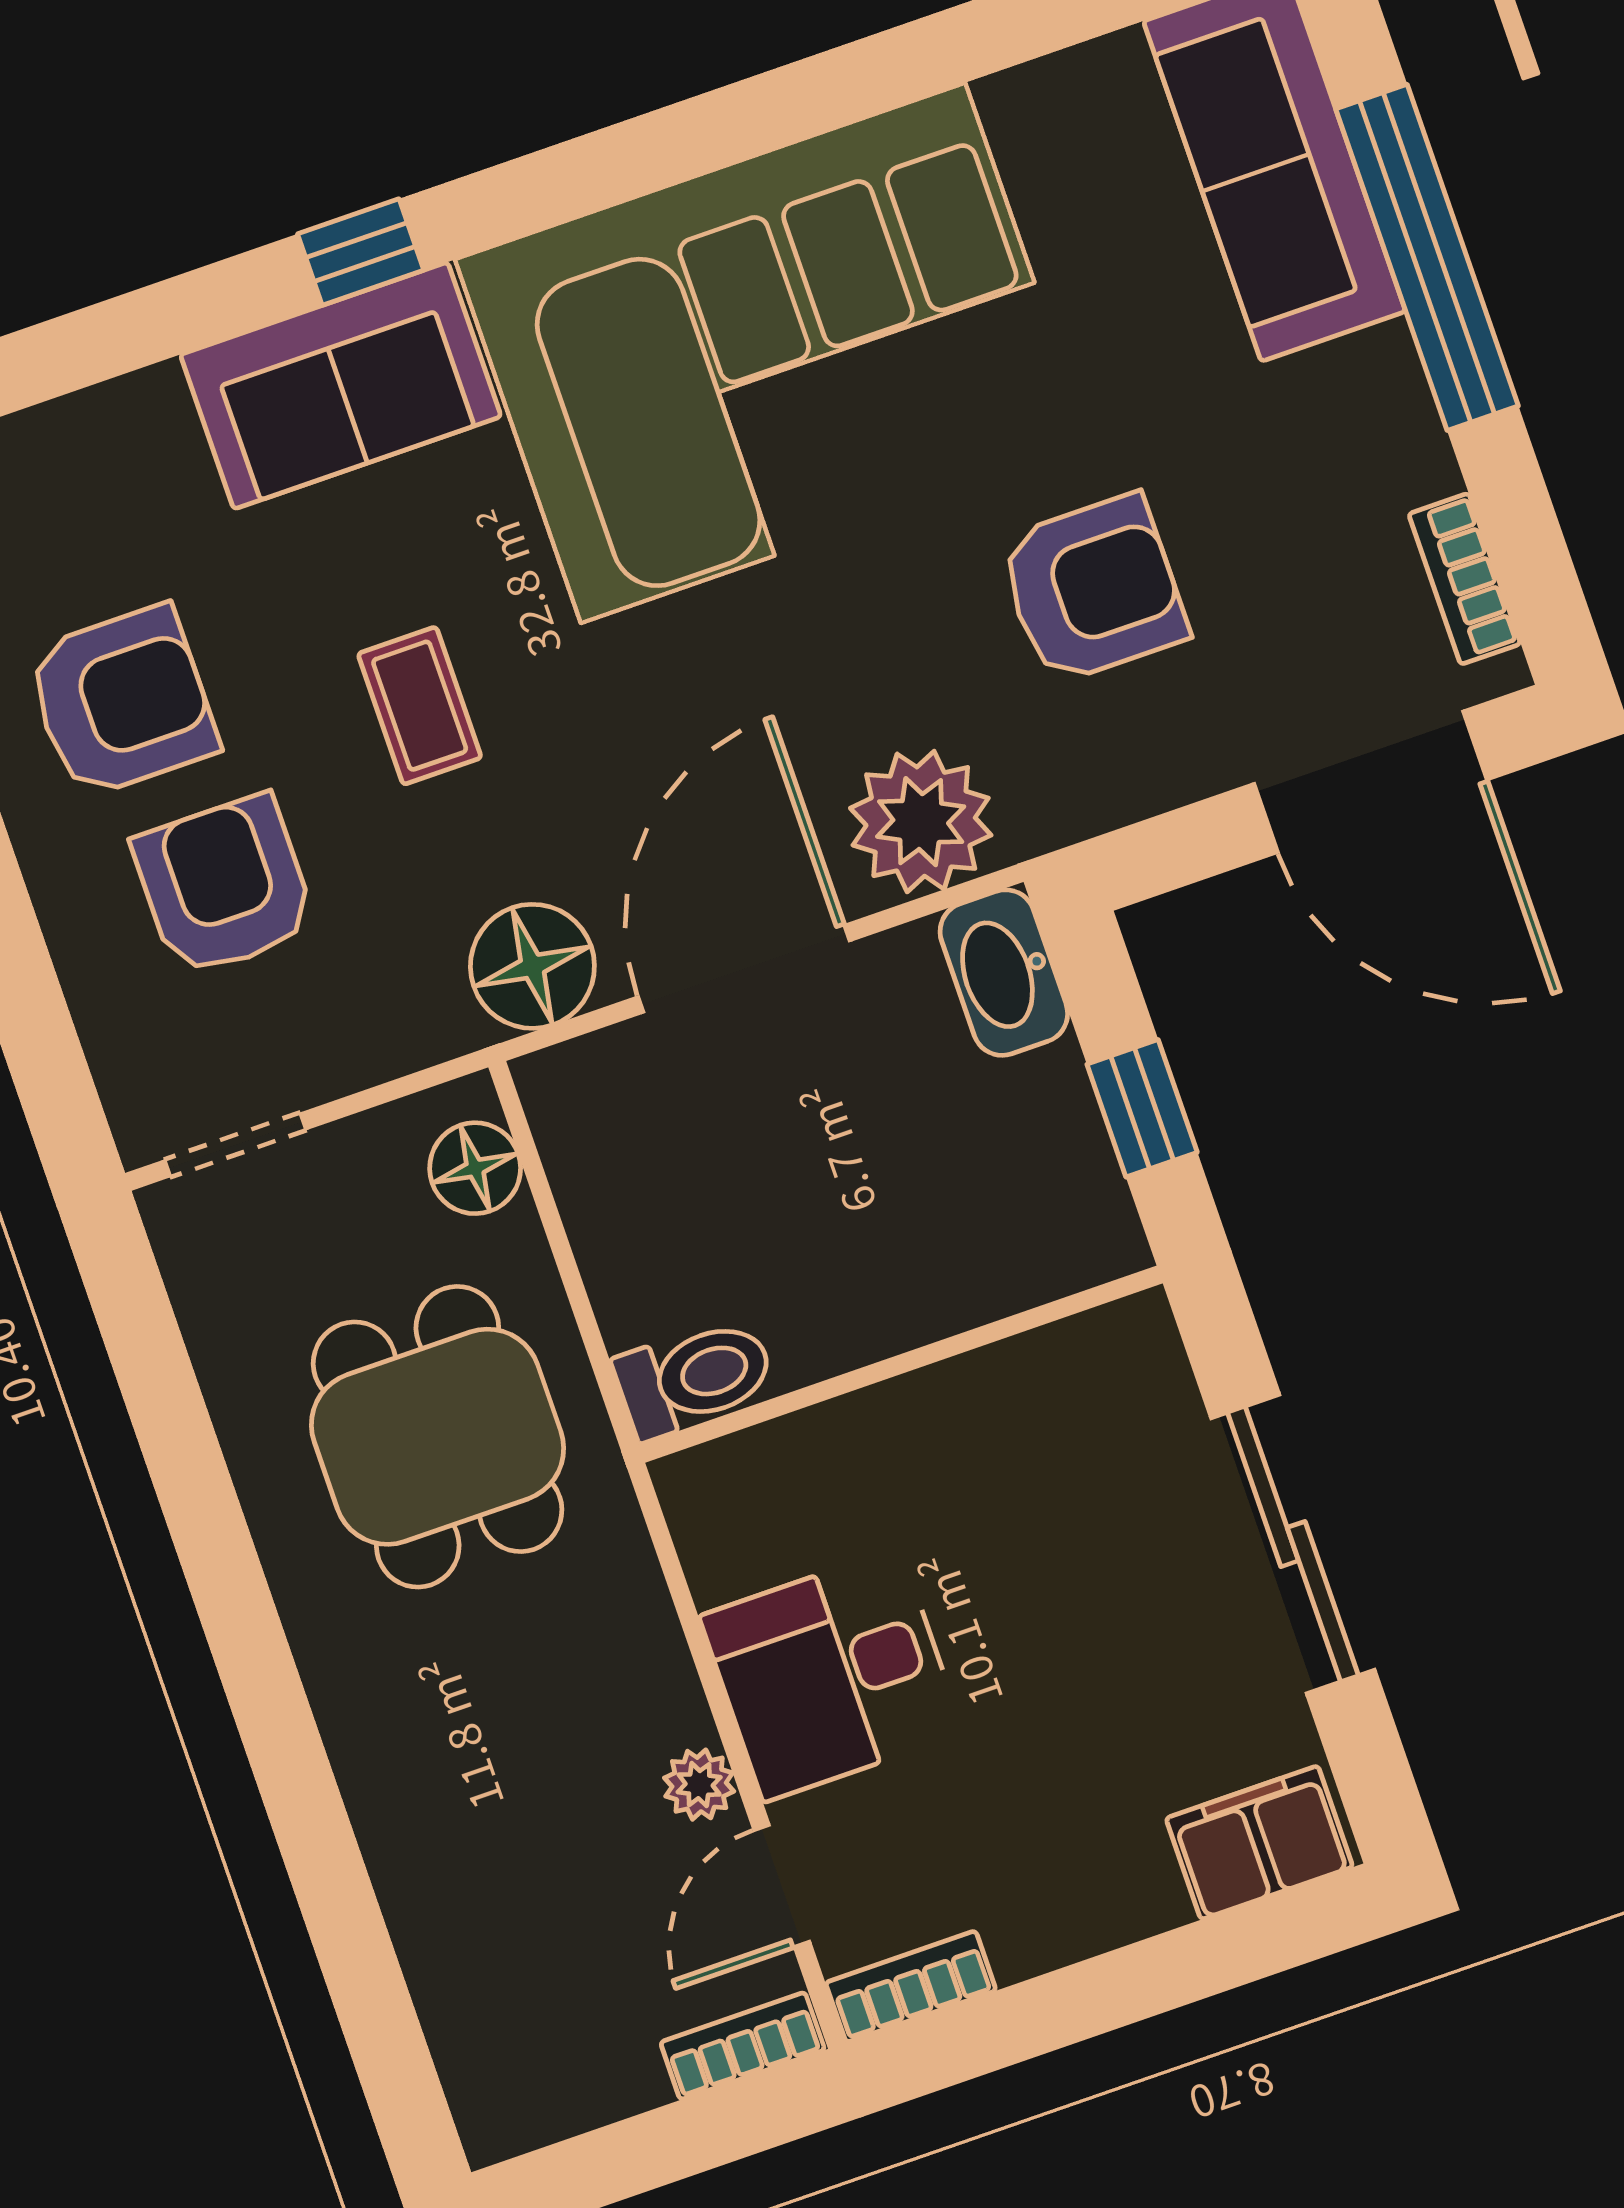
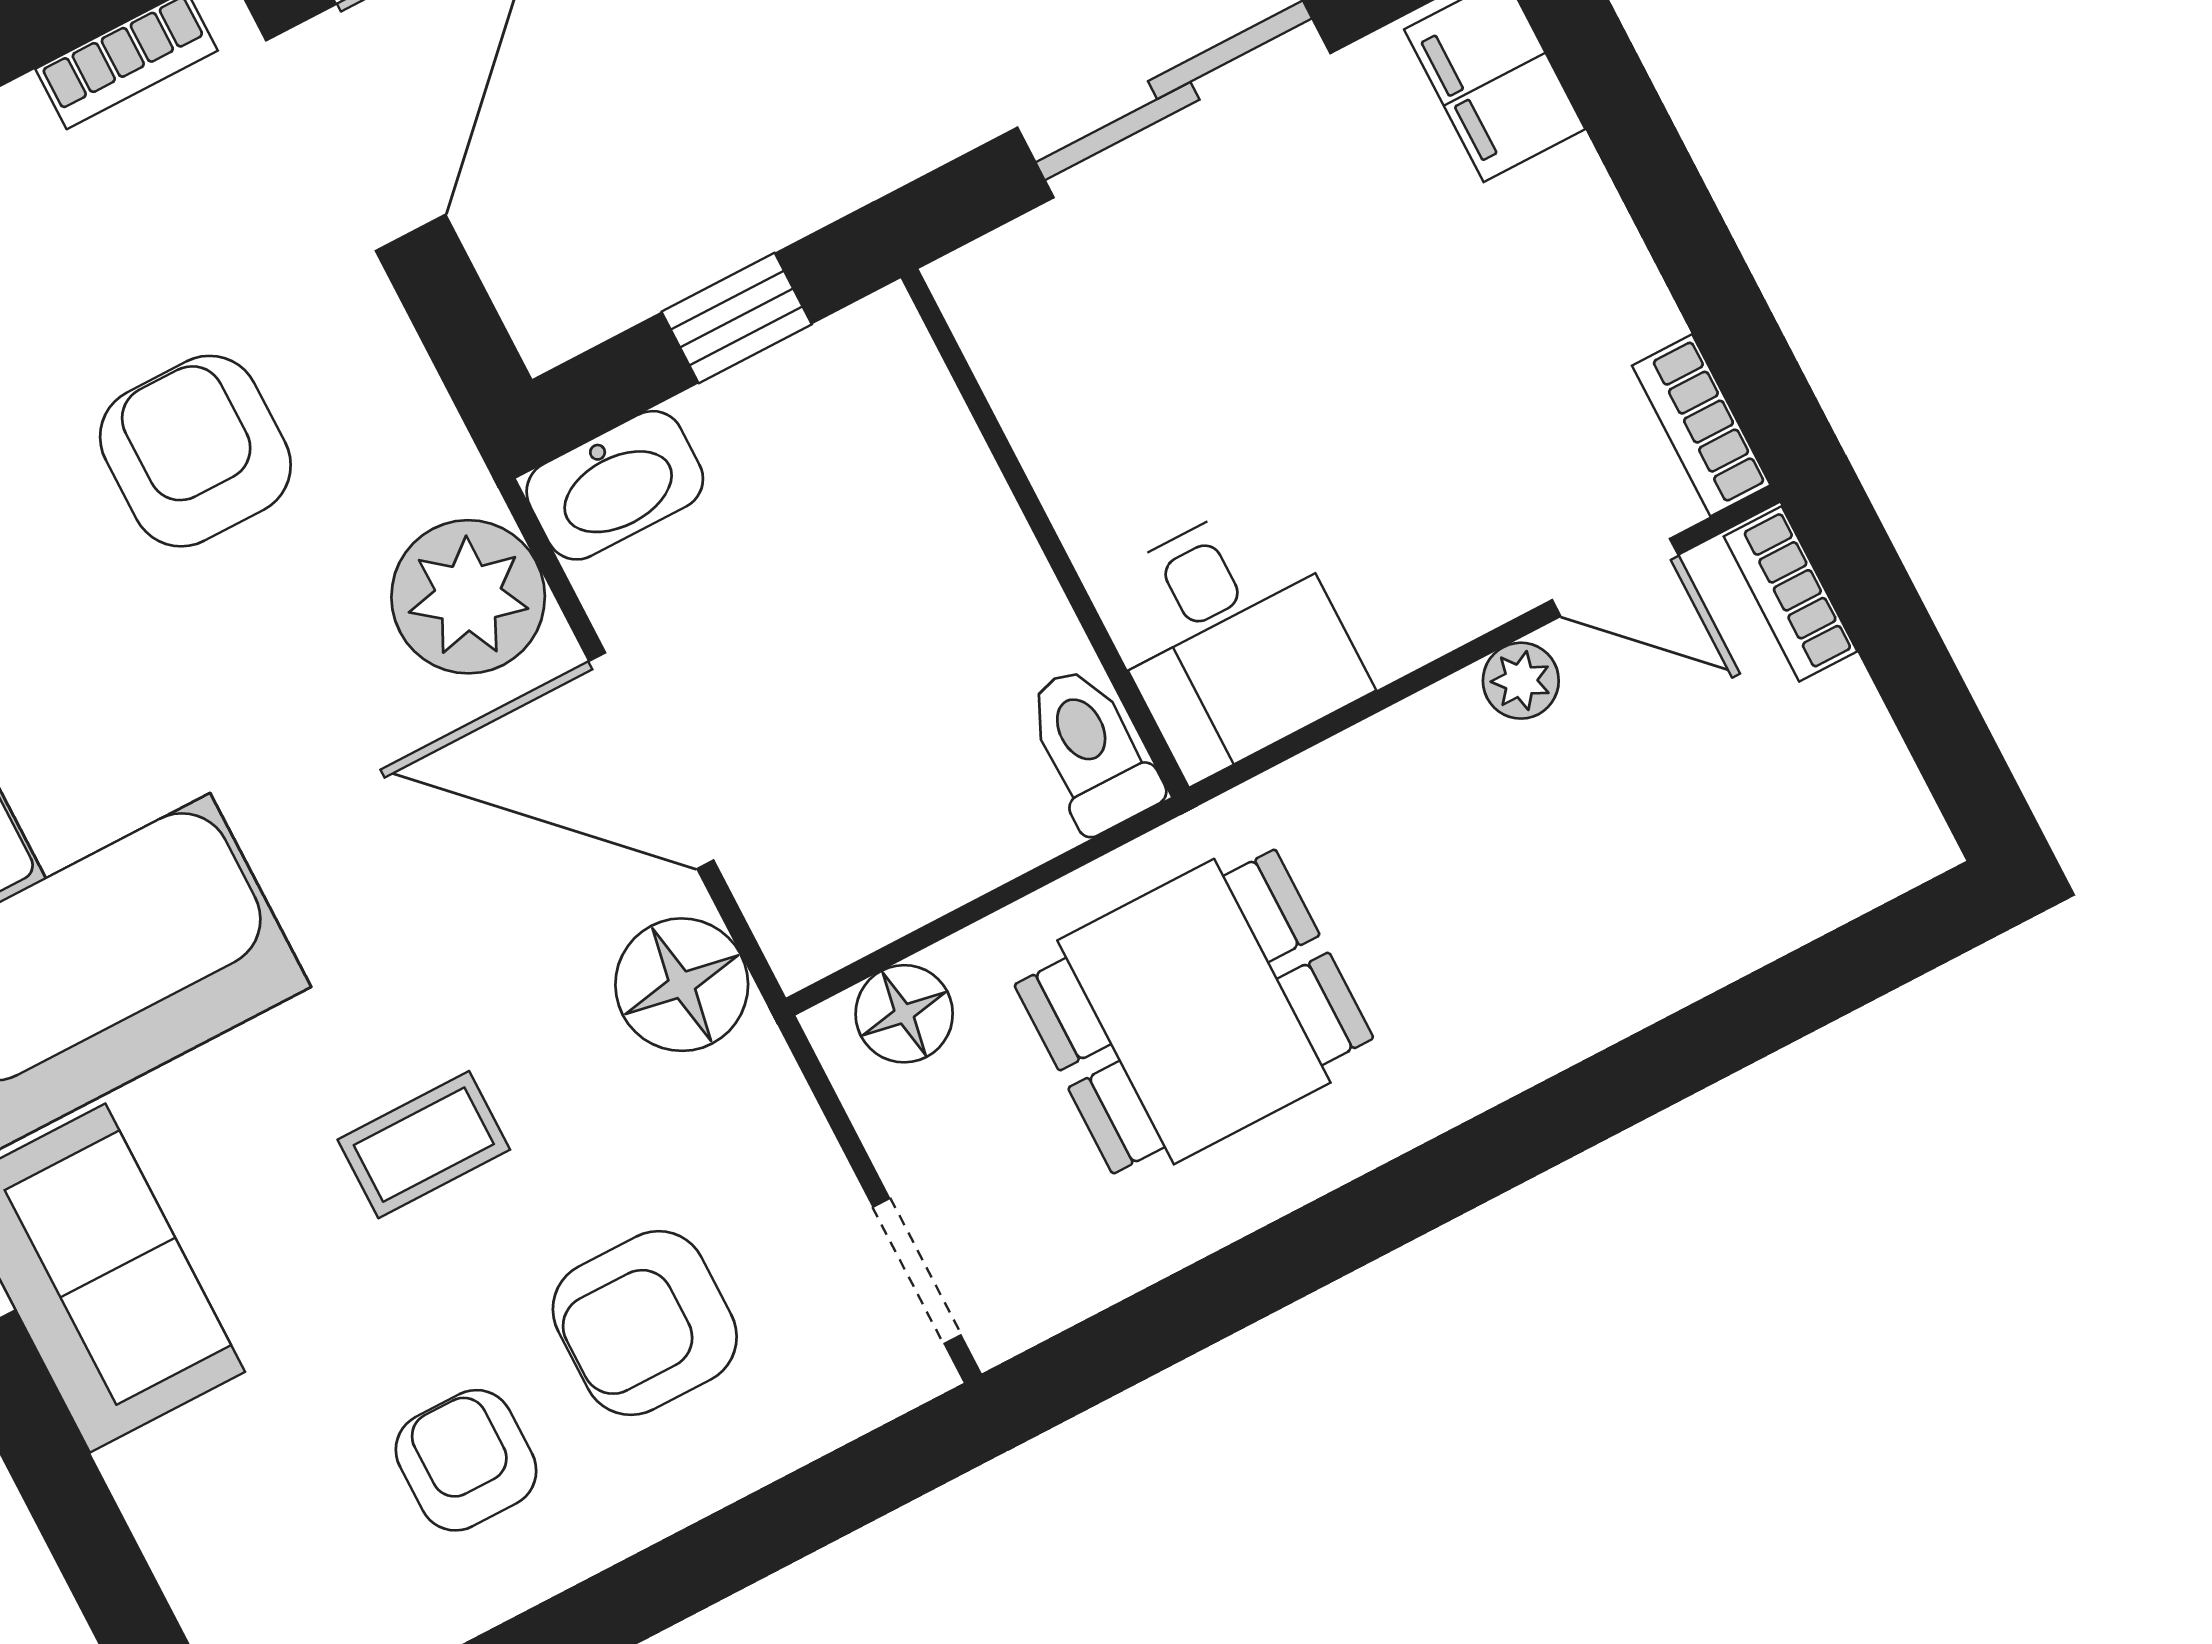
armchair: (122, 702) -> (466, 1460), width x0.72, depth x0.72
desk: (832, 1675) -> (1230, 638), moved

